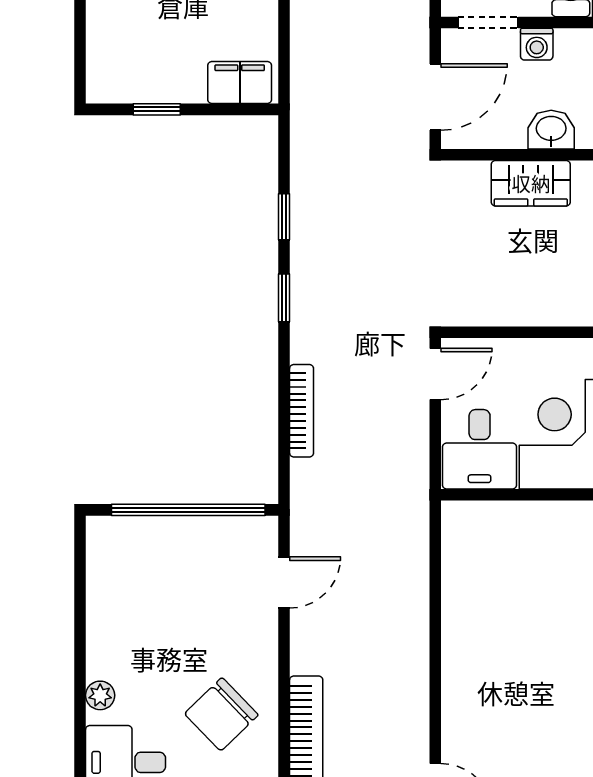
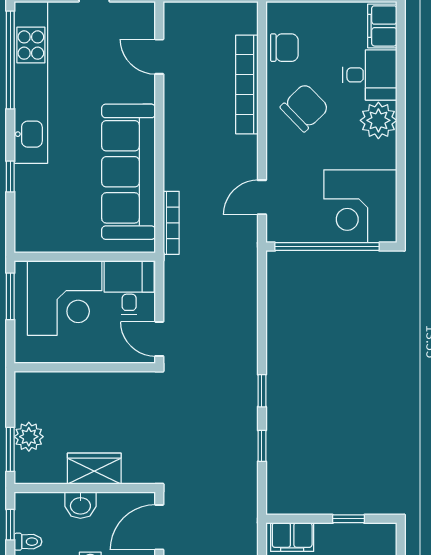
door: (435, 374) -> (159, 339), hinge flipped
bookcase: (302, 411) -> (171, 223), moved, turned 180
corner desk: (139, 569) -> (360, 206), added
sofa: (480, 620) -> (129, 172), added
plant: (100, 695) -> (378, 120), width x1.88, depth x1.88

